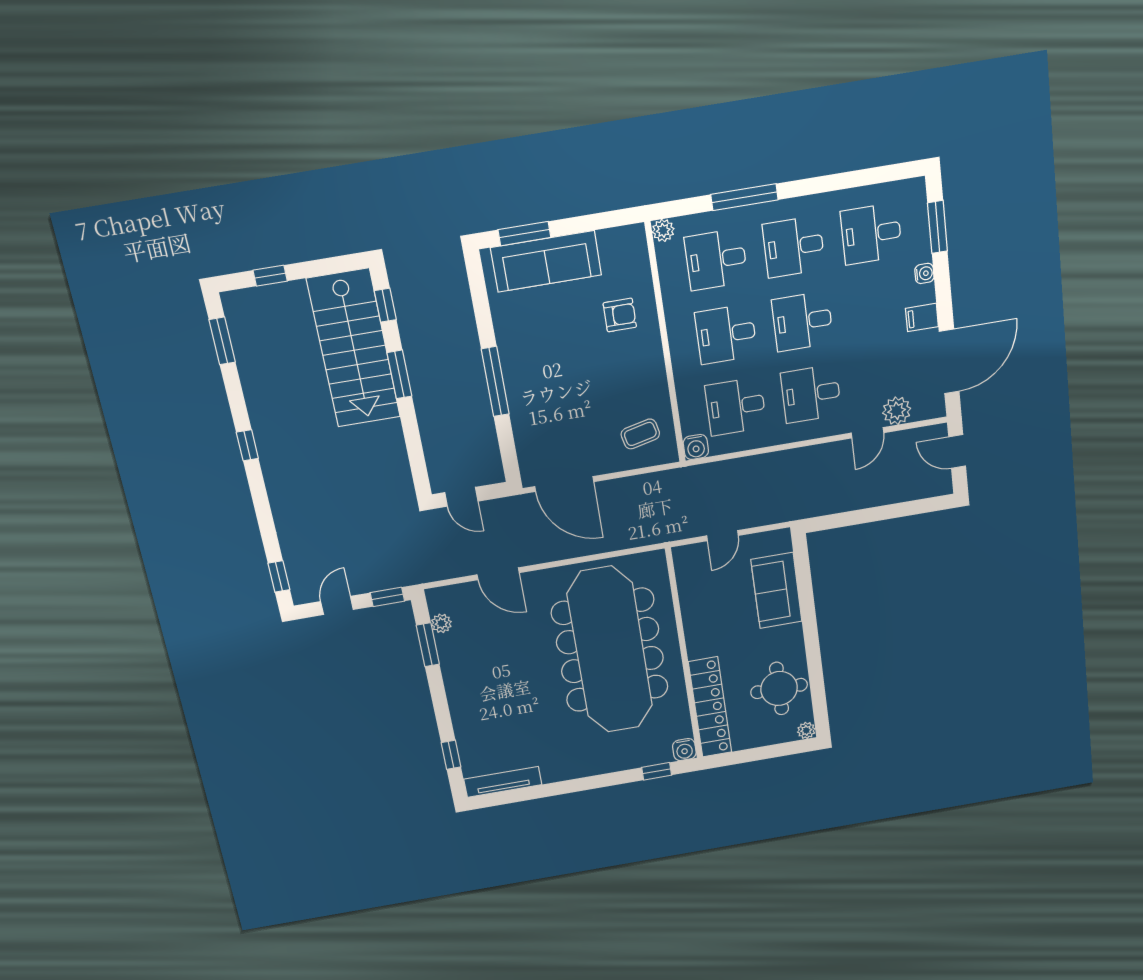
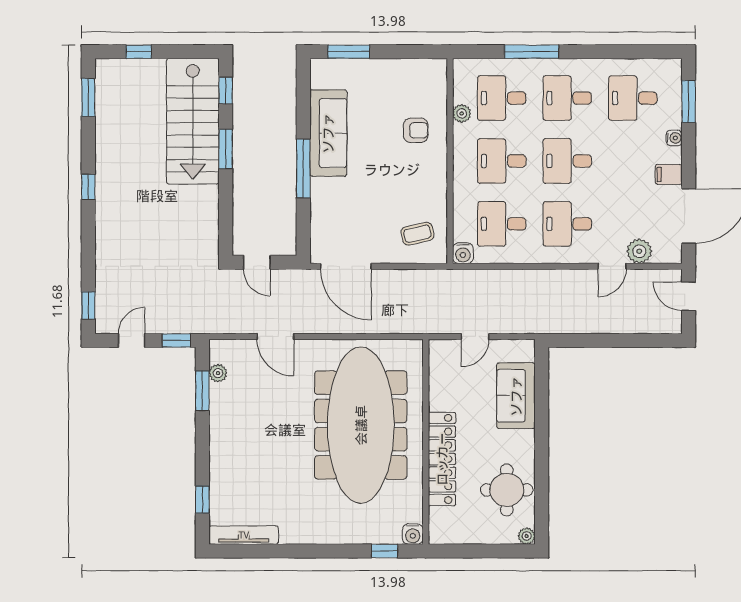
plant: (663, 230) -> (462, 113), moved
sofa: (546, 261) -> (328, 133), moved, turned -90
locker: (710, 707) -> (442, 459), moved

